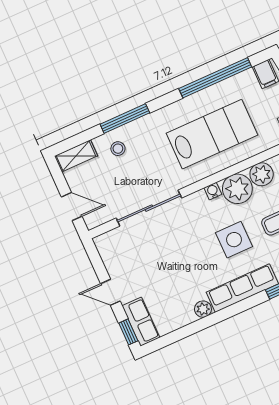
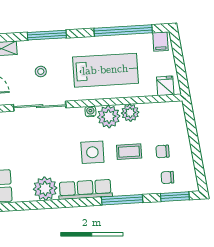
stool: (118, 149) -> (41, 72), moved
plant: (203, 309) -> (45, 189), width x1.87, depth x1.87

